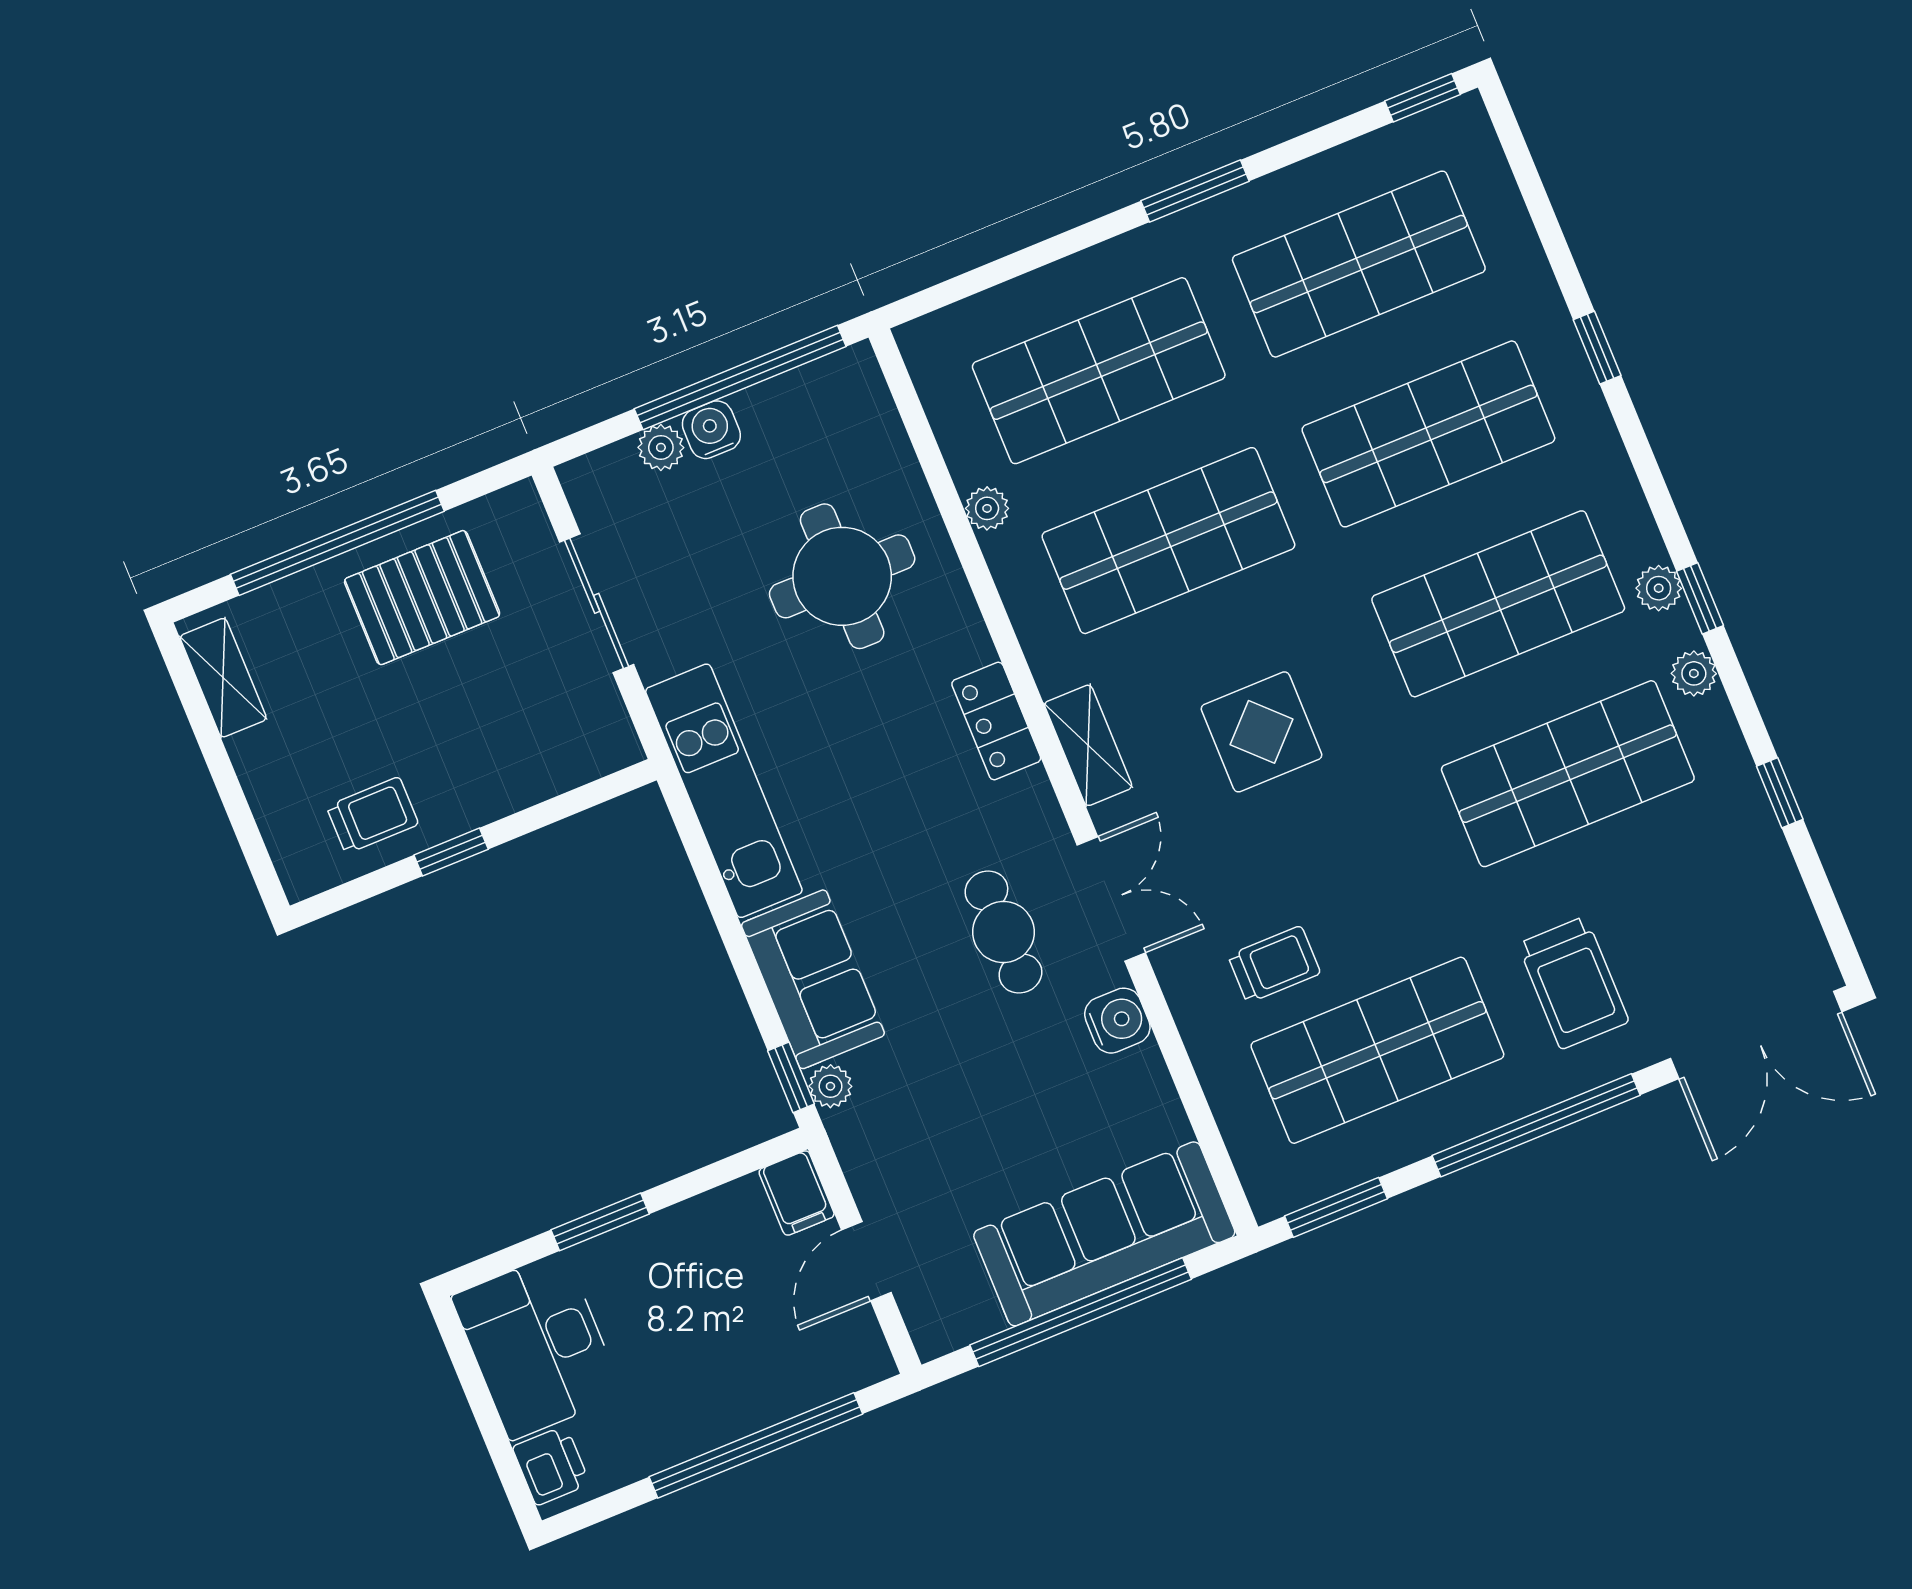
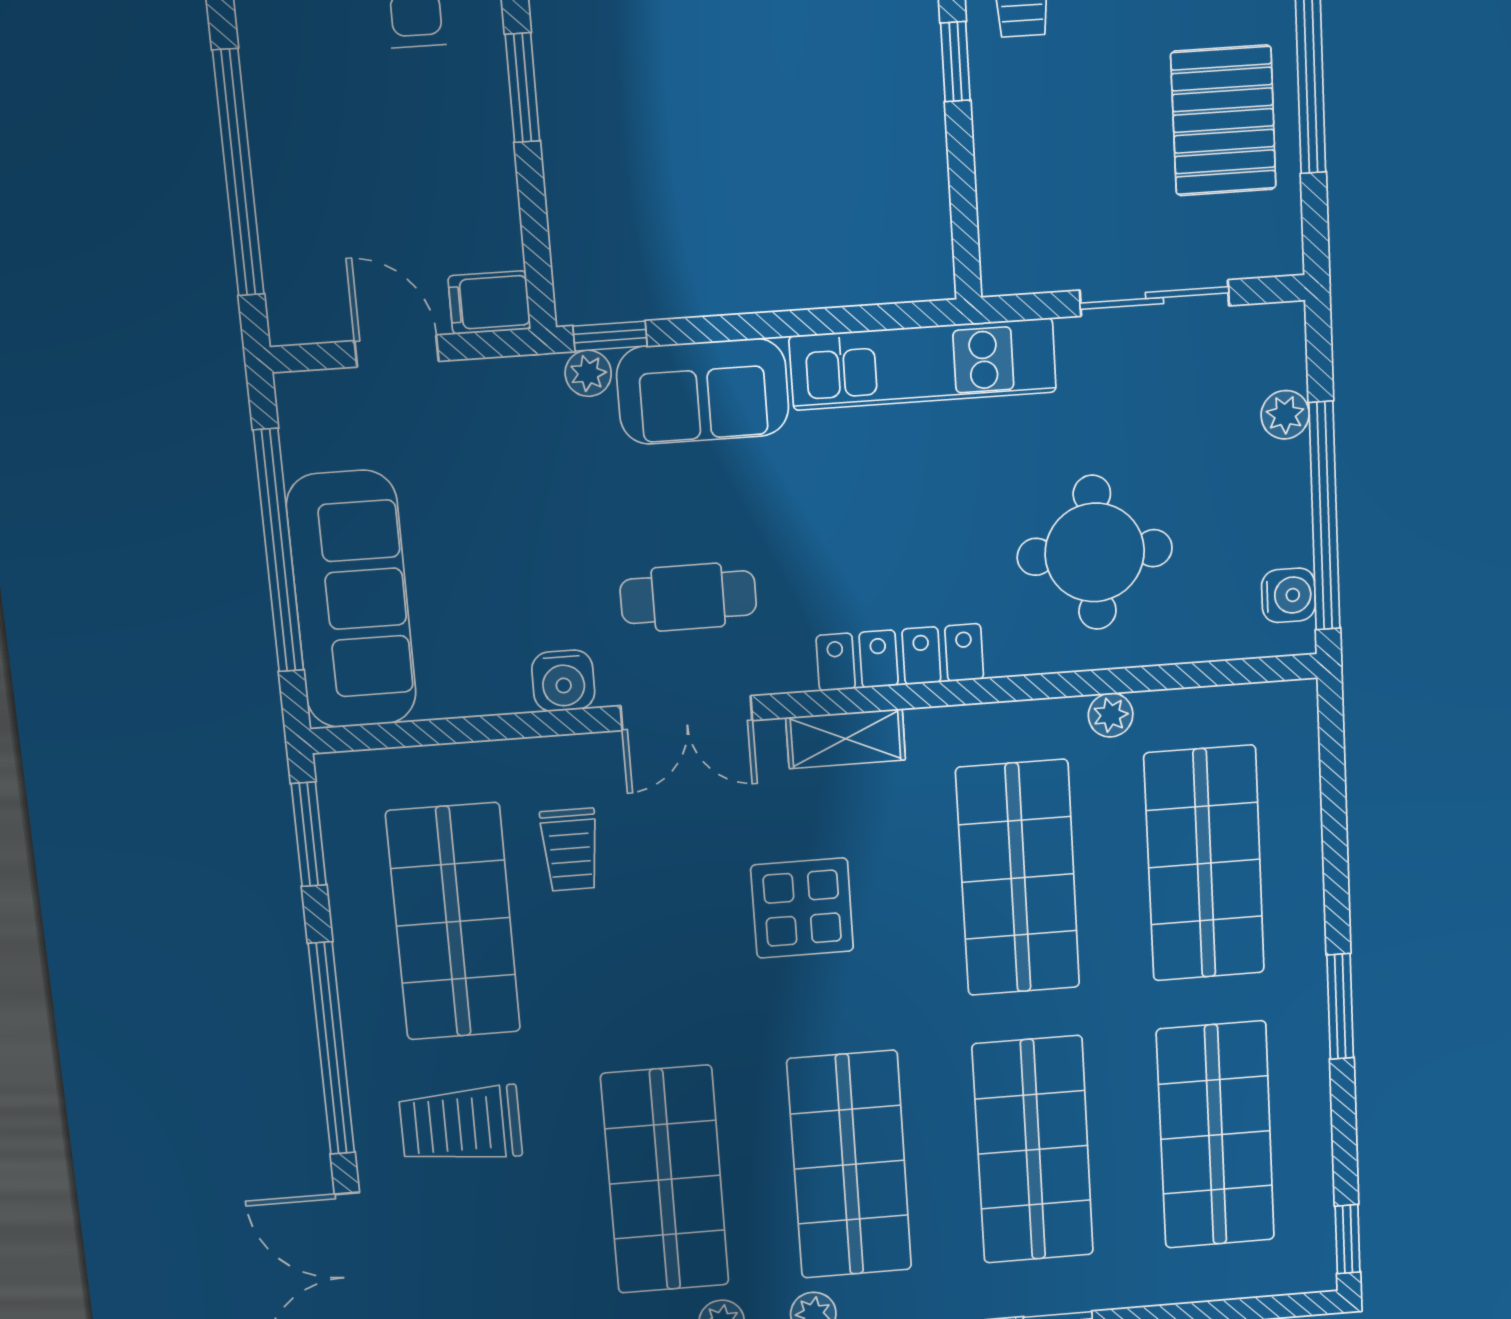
water cooler: (711, 430) -> (1289, 595), moved
locker: (996, 721) -> (900, 657), width x1.53

